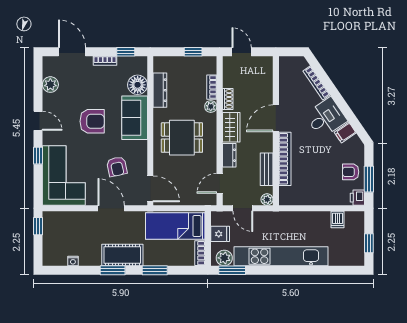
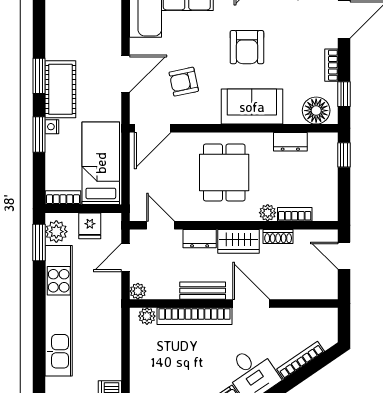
window: (193, 52) -> (344, 155), moved
door: (242, 52) -> (344, 256), swing flipped
floor lamp: (138, 85) -> (316, 111), moved
dresser: (160, 90) -> (290, 142), width x0.70
bench: (267, 169) -> (203, 291), moved
plant: (285, 193) -> (147, 316), added
nightstand: (73, 261) -> (52, 127), moved

